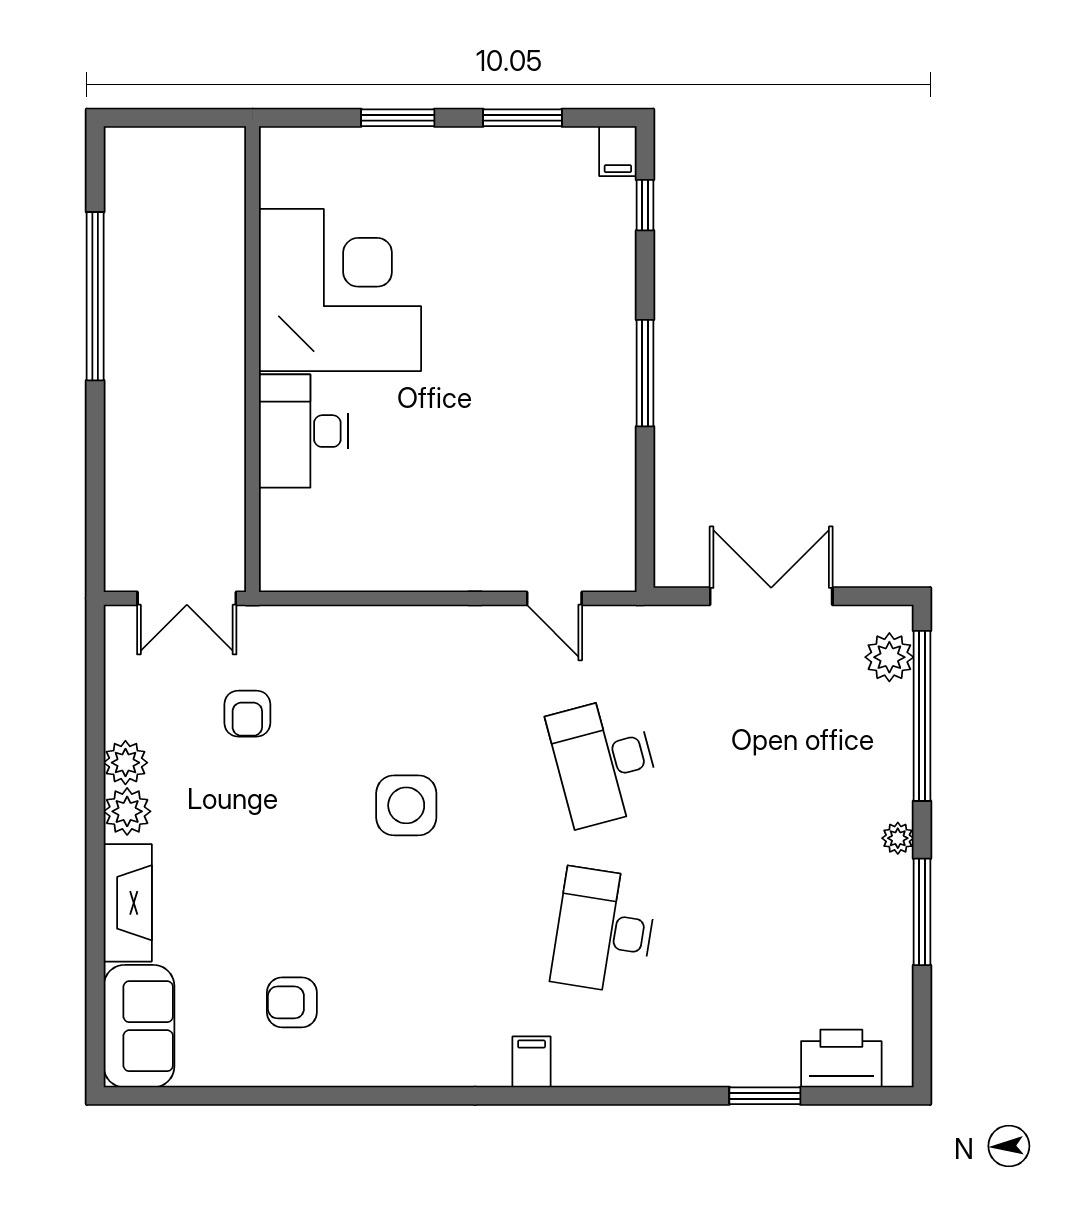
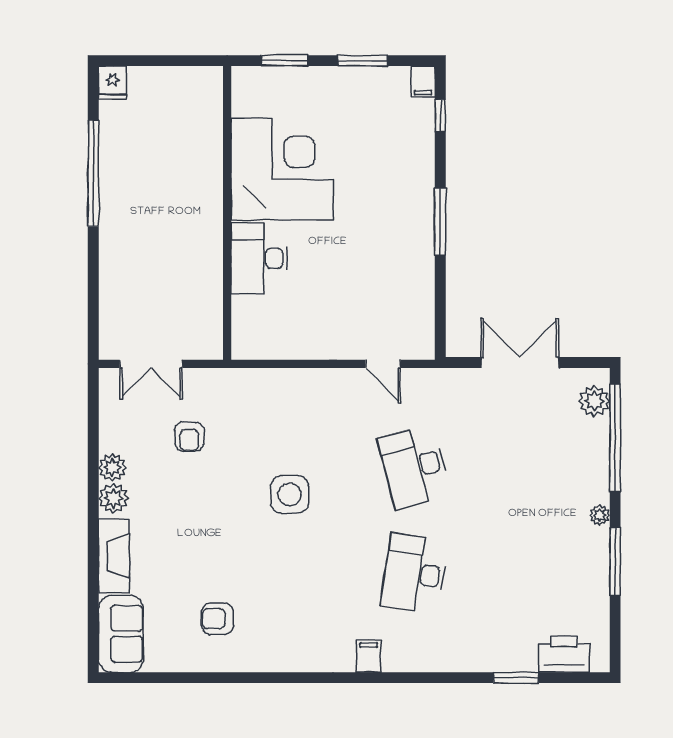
fridge: (126, 153) -> (113, 83), added
corner desk: (340, 290) -> (282, 169), moved
wall: (253, 359) -> (227, 213), moved
desk: (303, 431) -> (259, 258), moved

